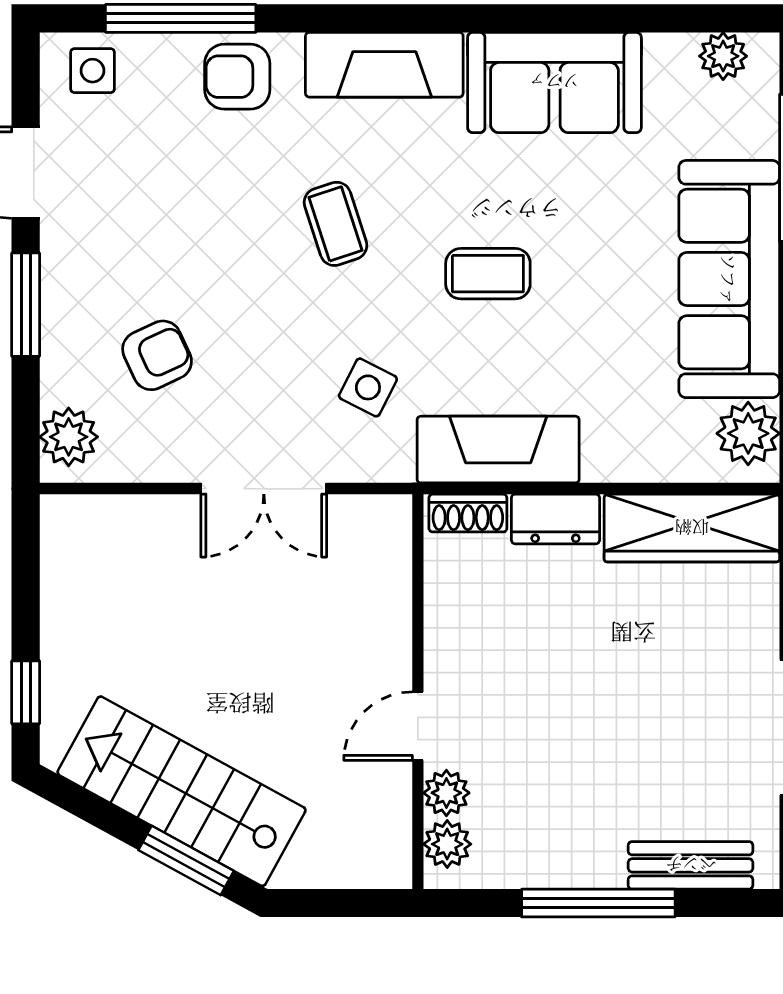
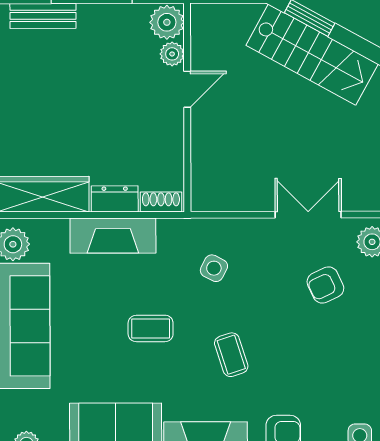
fireplace: (498, 450) -> (113, 236), moved
double door: (264, 489) -> (308, 215), moved
plant: (447, 844) -> (167, 22), width x1.38, depth x1.38

